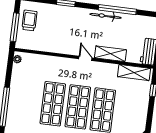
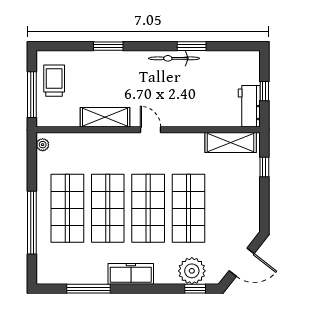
window: (117, 10) -> (192, 46), width x0.47
shelving: (110, 54) -> (105, 117), moved
shop shelf: (28, 101) -> (67, 208), added

